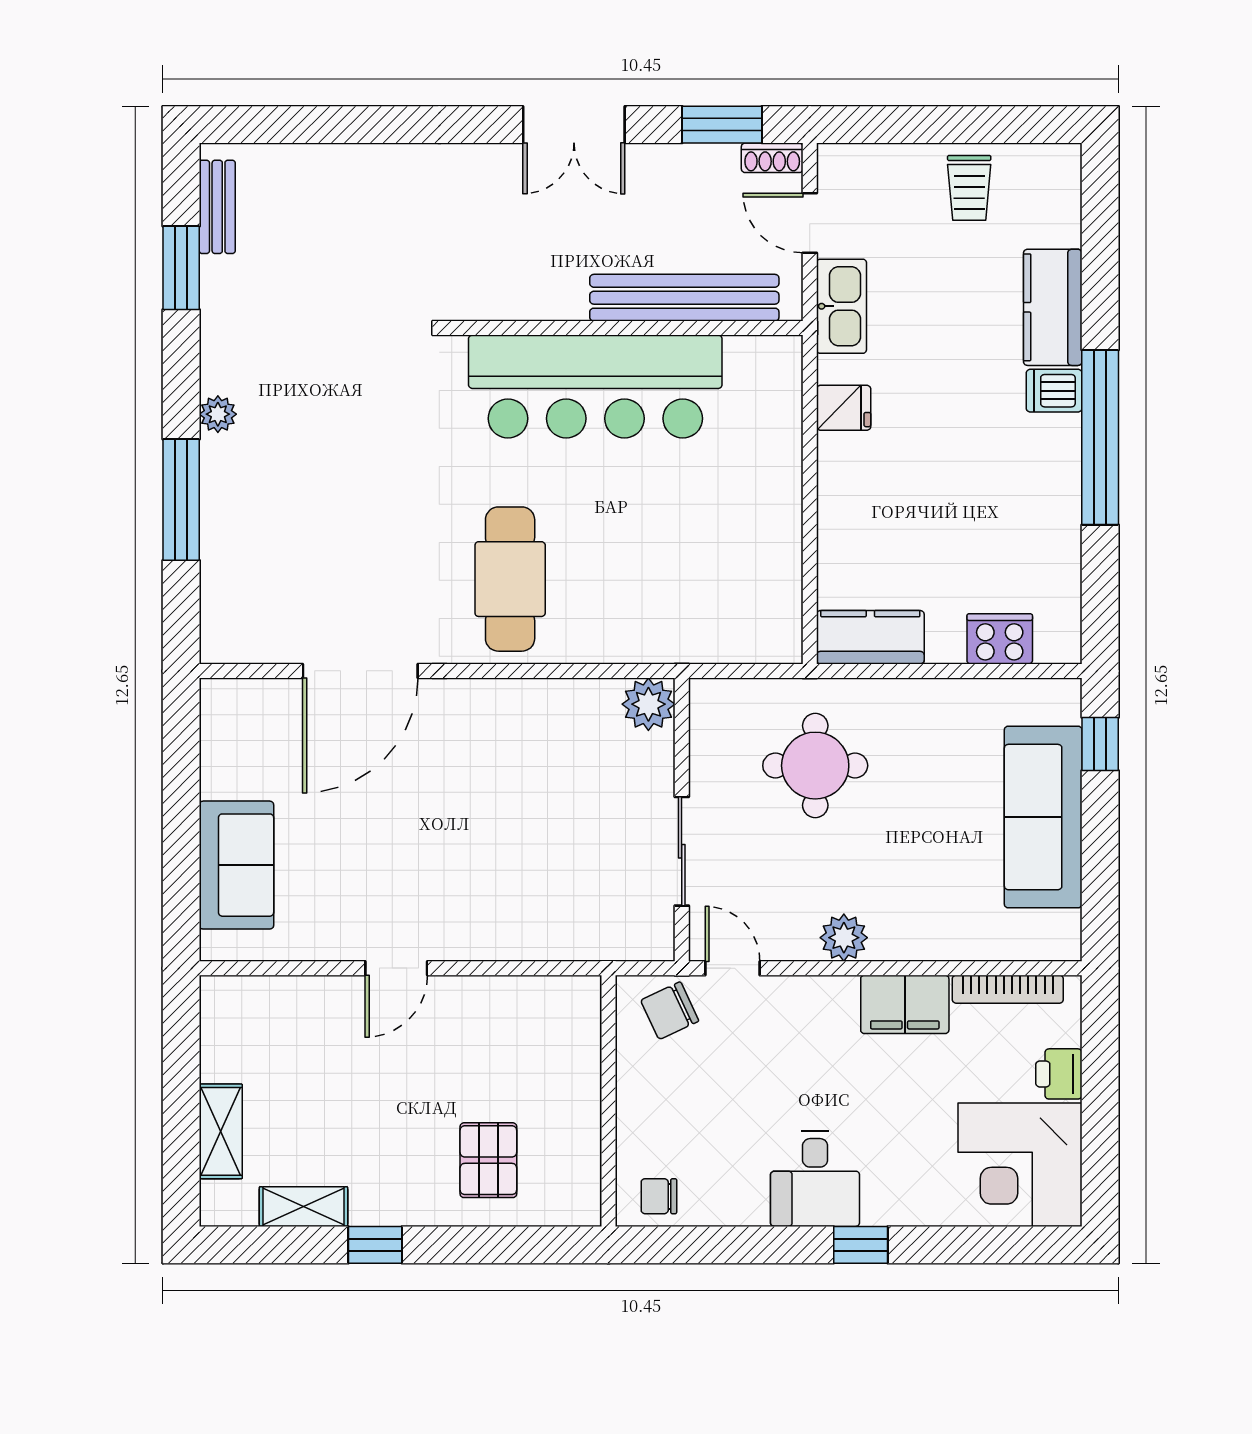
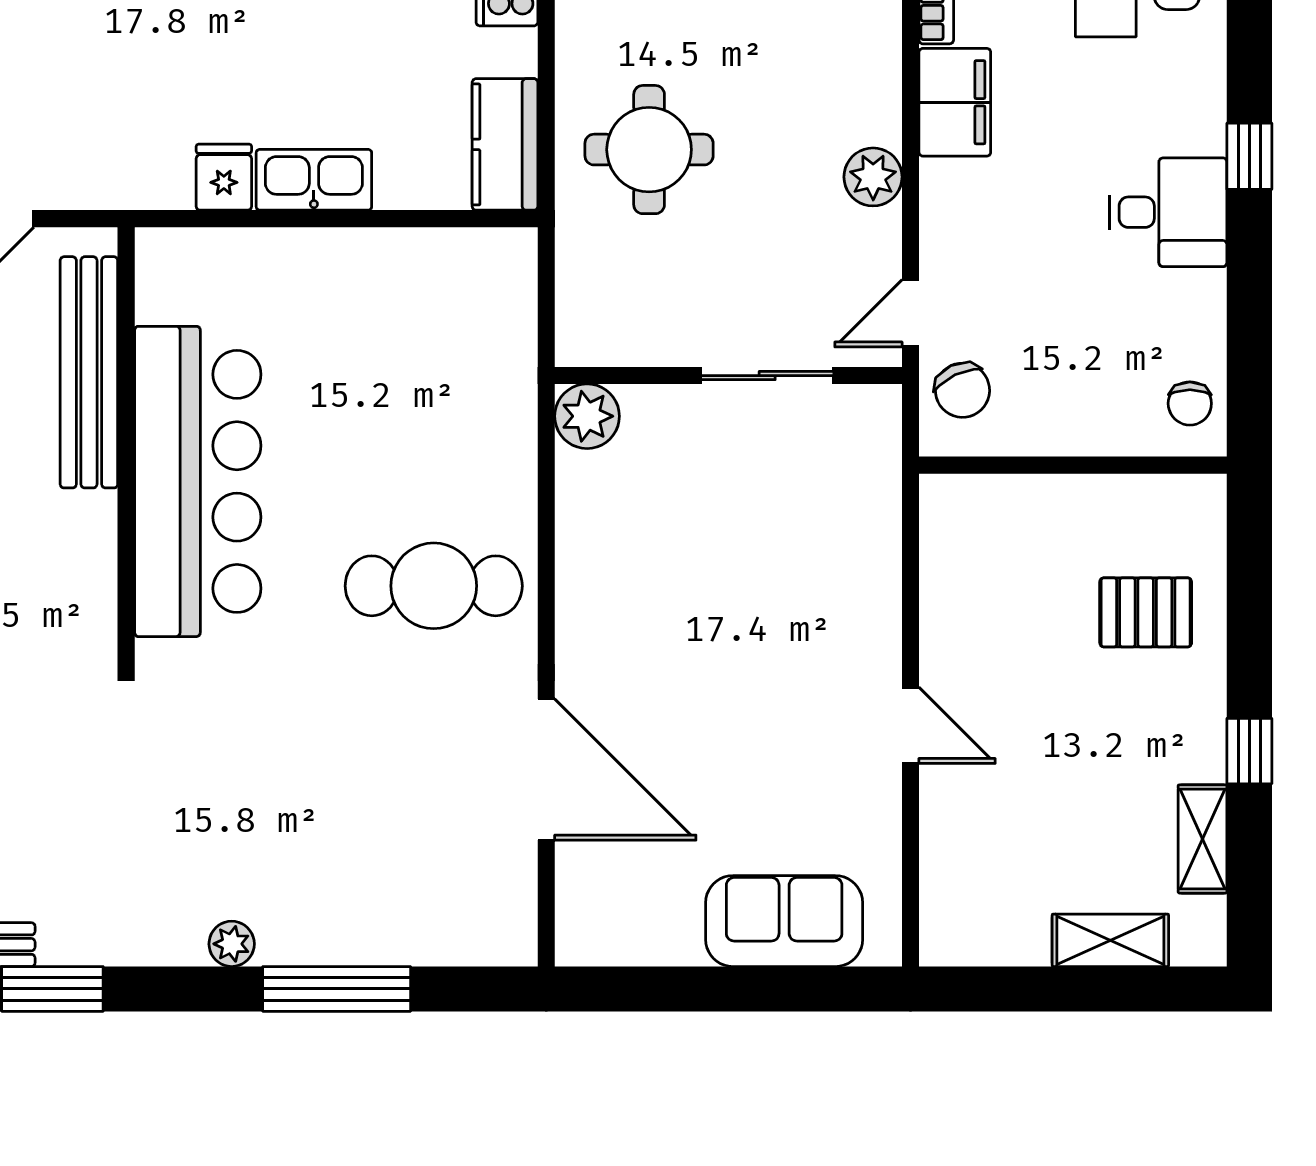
kitchen sink: (842, 306) -> (314, 180), moved
round table: (815, 766) -> (649, 150), moved

